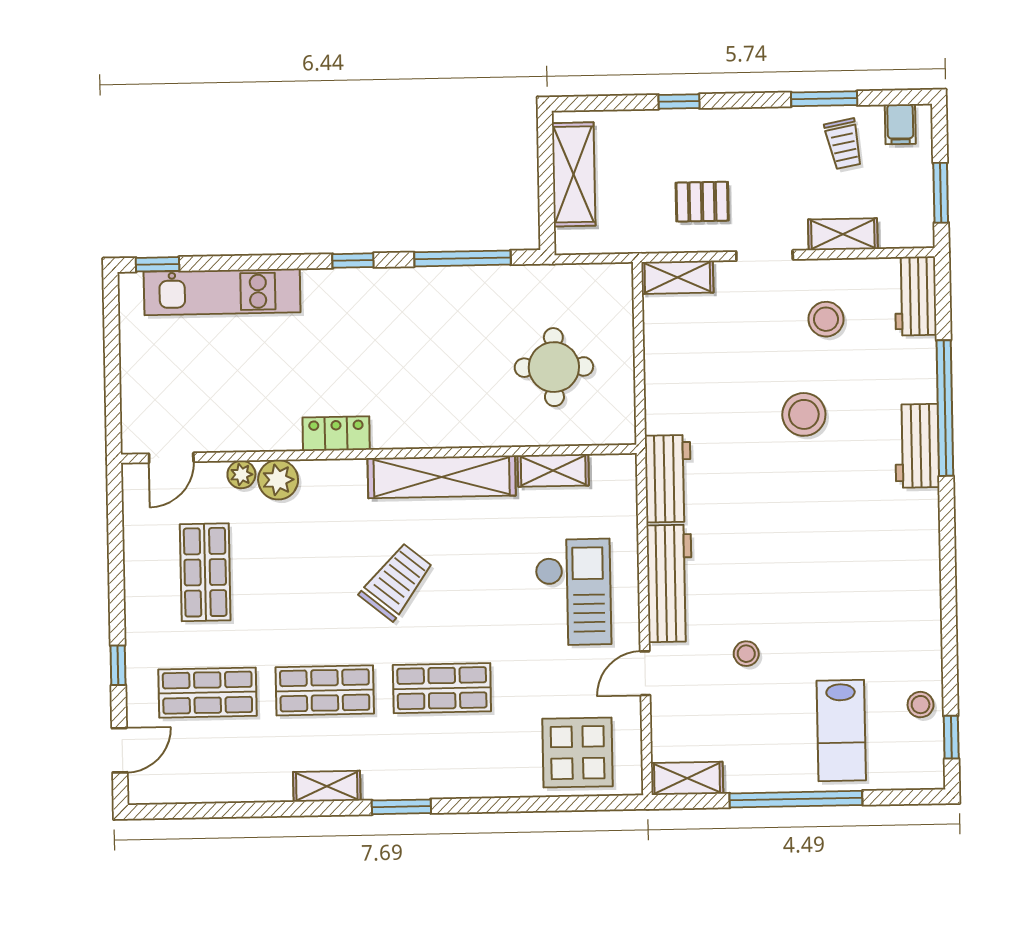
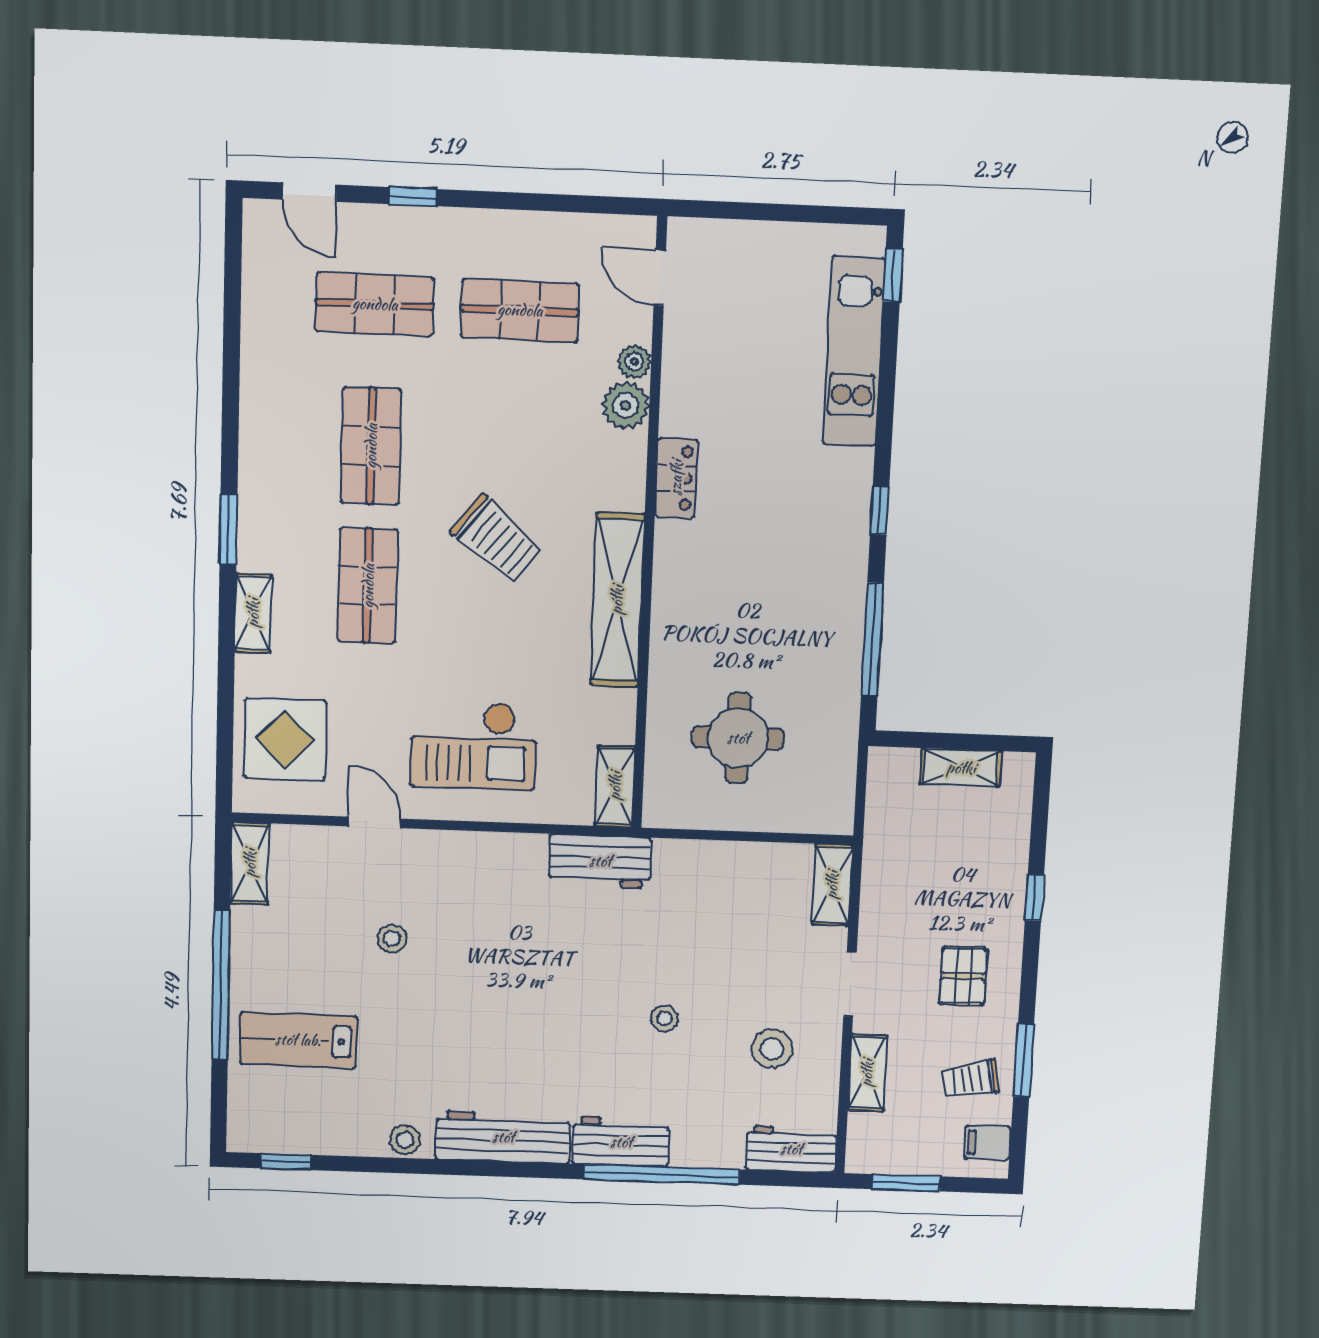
shelving: (574, 174) -> (961, 768), width x0.67, depth x0.75
pallet: (702, 202) -> (963, 976), moved
stool: (804, 414) -> (664, 1018), width x0.53, depth x0.53
shelving: (553, 470) -> (615, 786), moved
workbench: (670, 583) -> (503, 1137), moved, turned 180
shop shelf: (207, 693) -> (375, 304), turned 90
stool: (921, 705) -> (405, 1140), moved
shelving: (327, 786) -> (253, 613), moved

